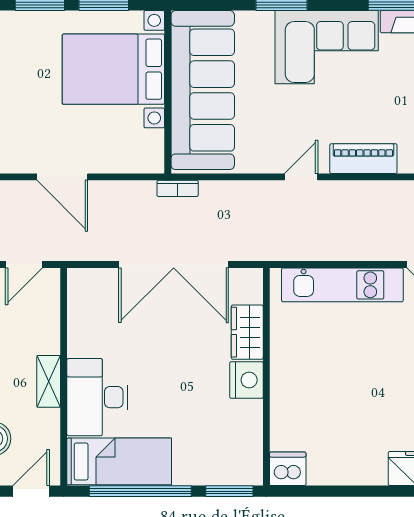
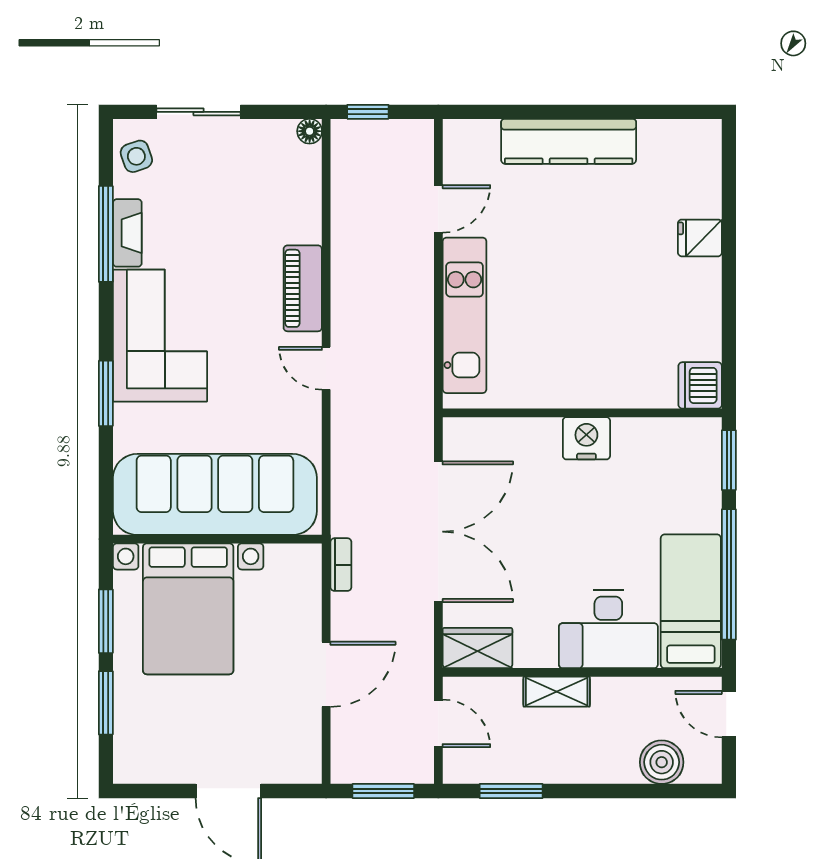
bookcase: (178, 188) -> (341, 565), moved
wardrobe: (247, 332) -> (478, 648), moved, turned 180
shelving: (49, 381) -> (557, 692), moved

